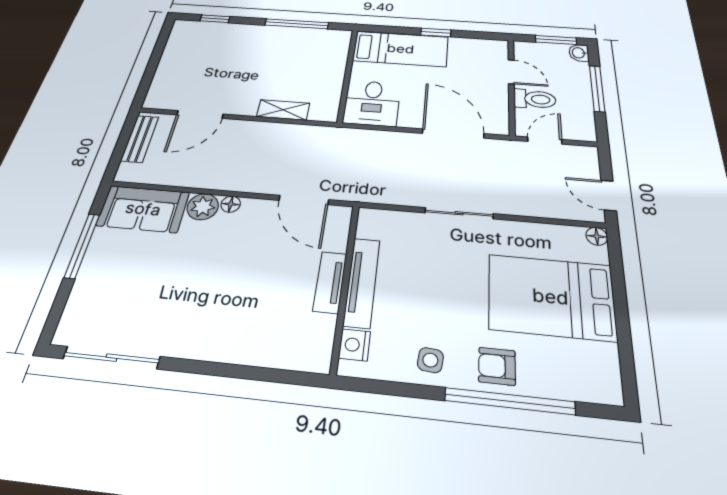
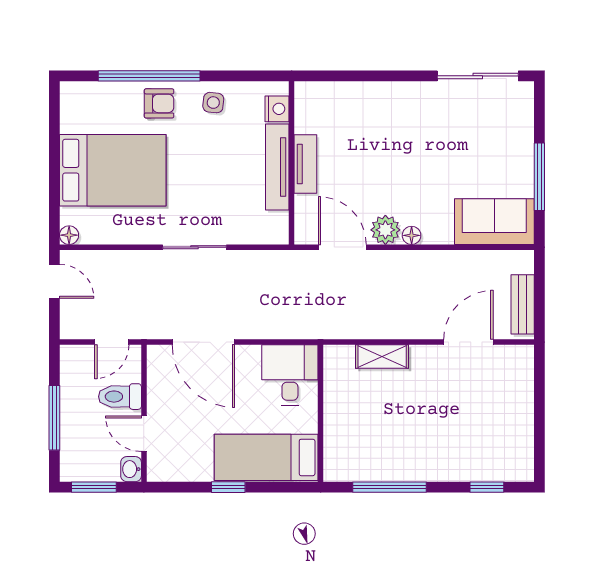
washbasin: (579, 53) -> (131, 469), moved, turned 180
plant: (203, 207) -> (385, 230), moved

